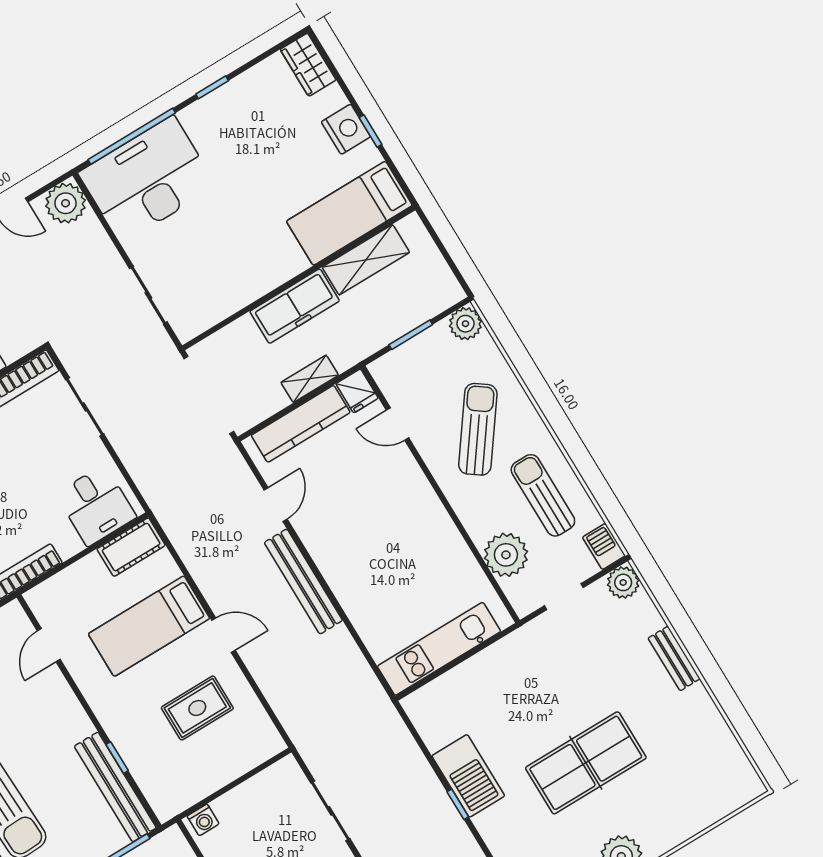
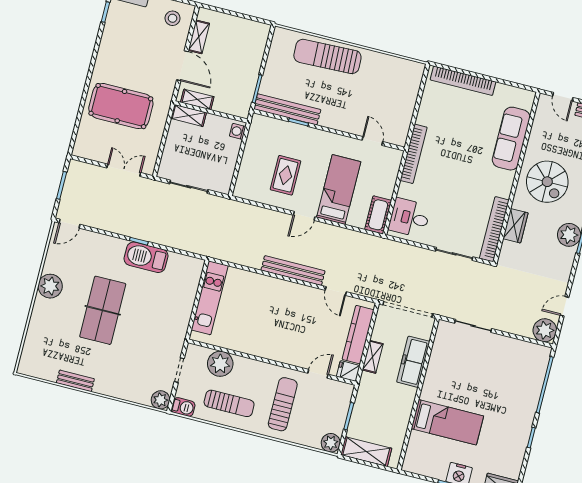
desk: (147, 179) -> (521, 373), removed
bed: (349, 213) -> (447, 422), moved, turned 90
shelving: (366, 260) -> (366, 452), moved, turned 90
freezer: (295, 306) -> (413, 362), moved
sun lounger: (478, 429) -> (283, 404), turned -126
bench: (674, 658) -> (75, 381), moved

